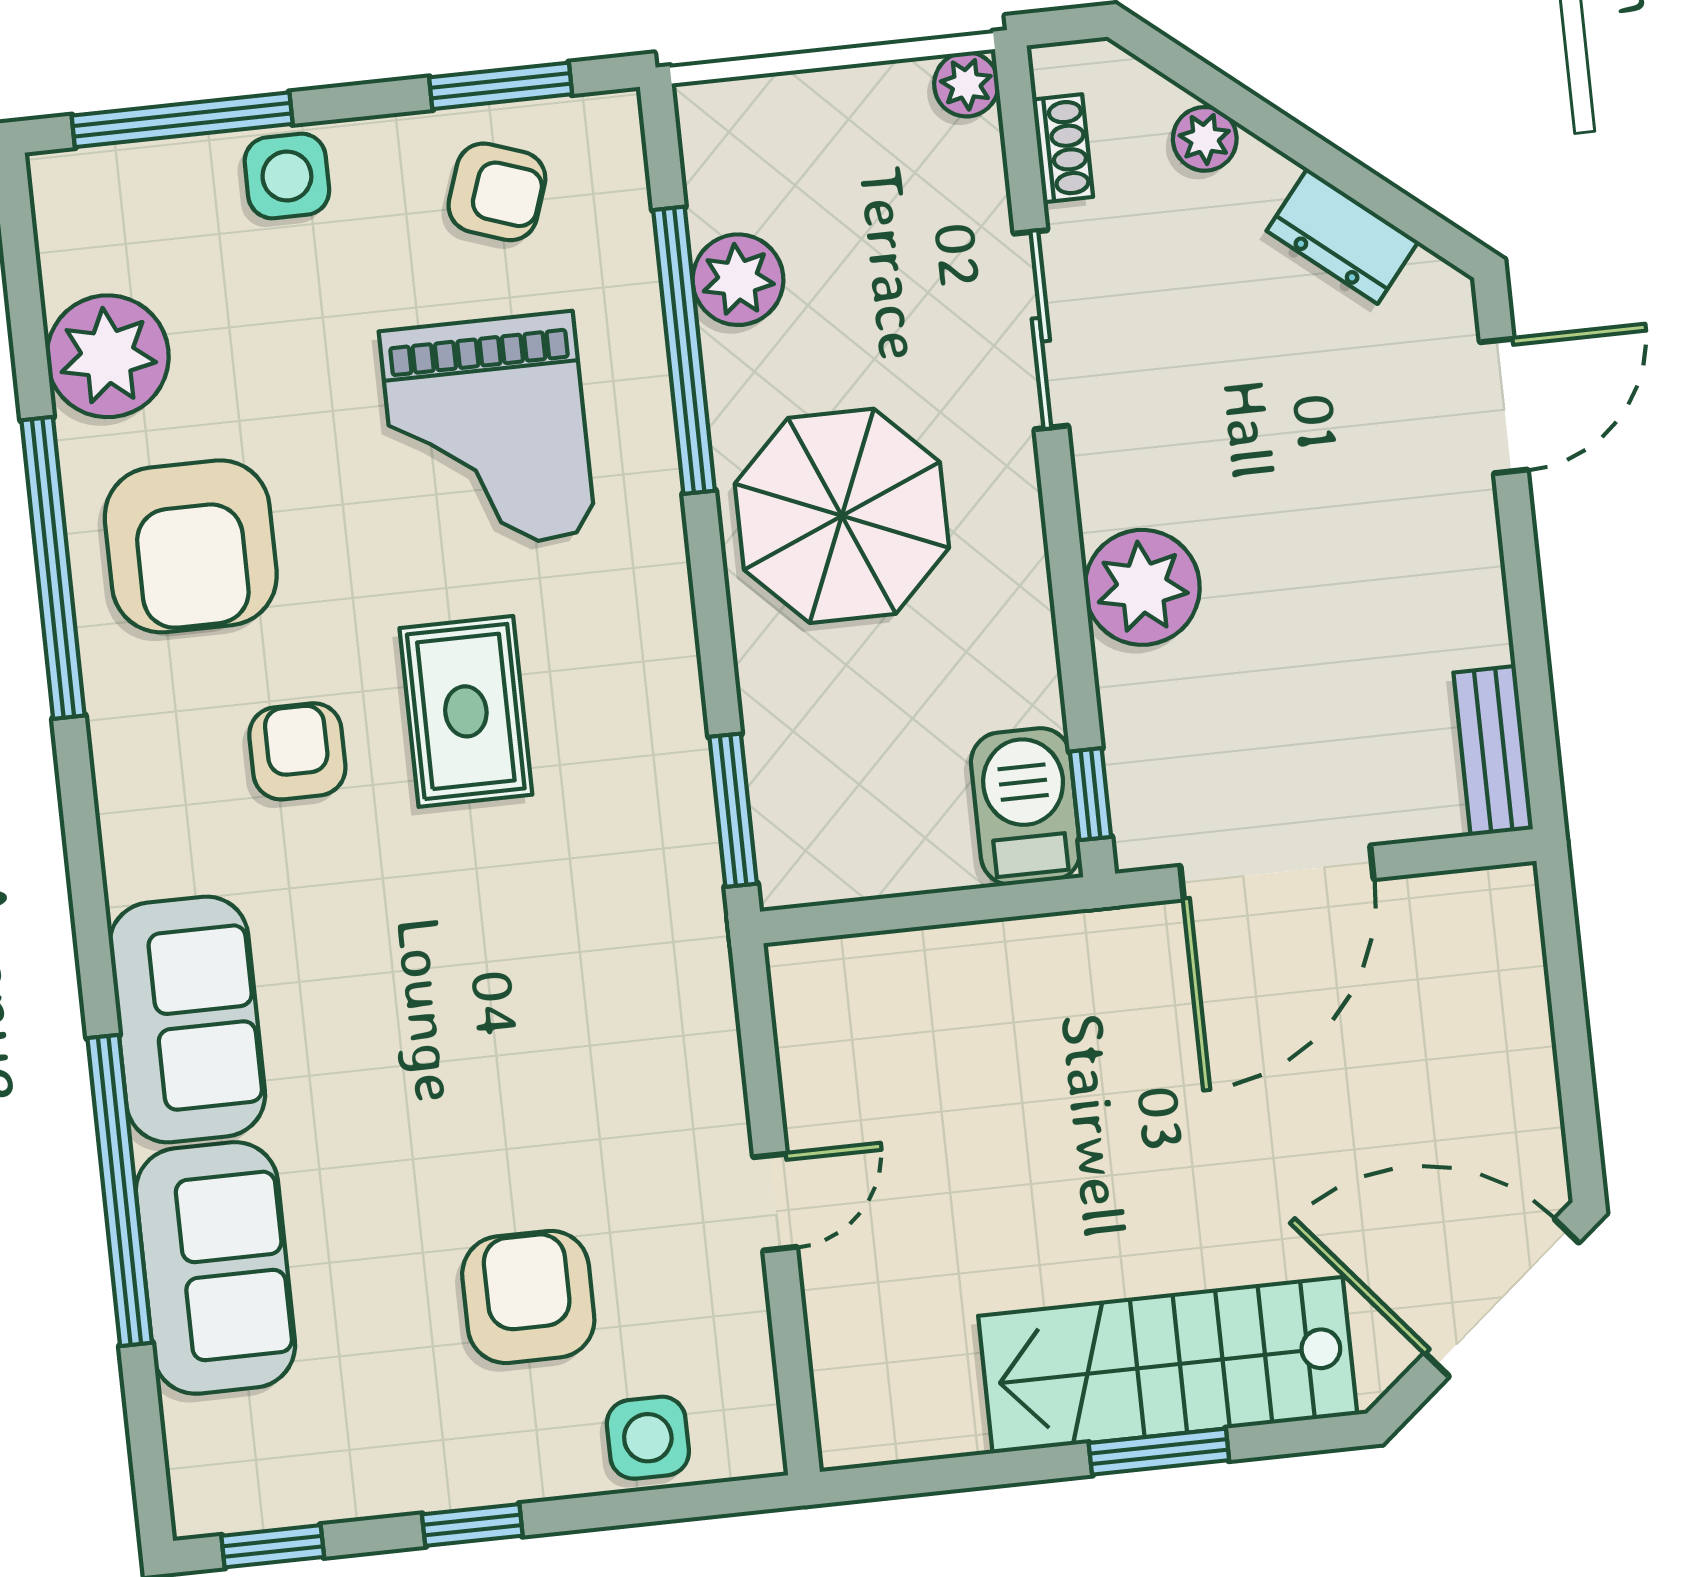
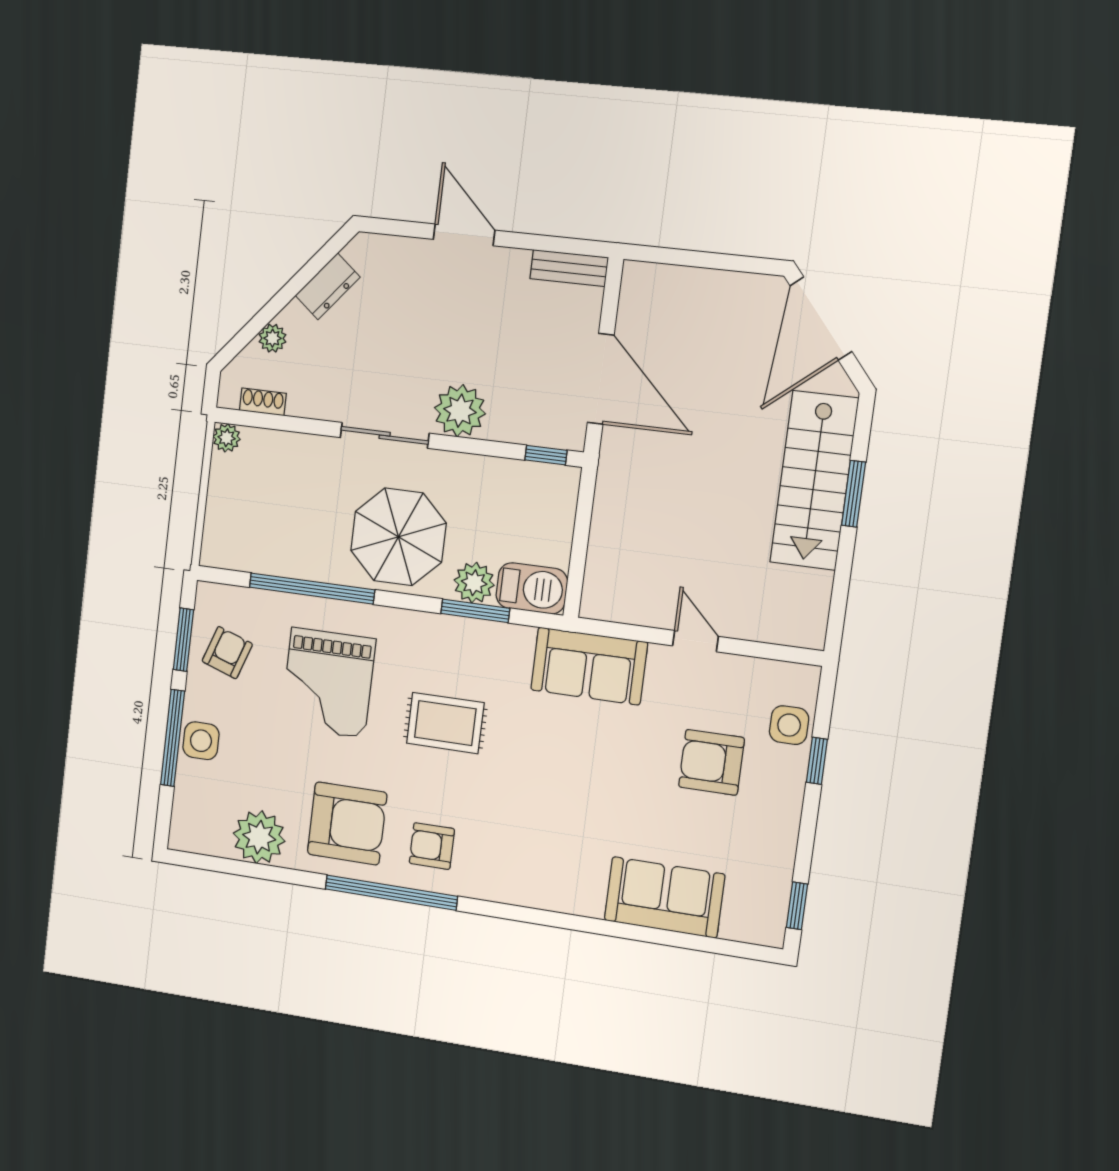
window: (182, 120) -> (173, 738), moved
plant: (738, 280) -> (474, 583), moved
sliding door: (1041, 330) -> (385, 435), moved
door: (1504, 406) -> (464, 235), moved
grand piano: (488, 433) -> (328, 683), turned 90
window: (53, 568) -> (391, 893), moved
armchair: (297, 751) -> (432, 846), moved
barbecue: (1026, 806) -> (532, 588), moved, turned 180
window: (733, 810) -> (475, 611), moved
sofa: (187, 1020) -> (589, 666), moved, turned 180
window: (120, 1190) -> (620, 930), removed
window: (472, 1525) -> (817, 761), moved

